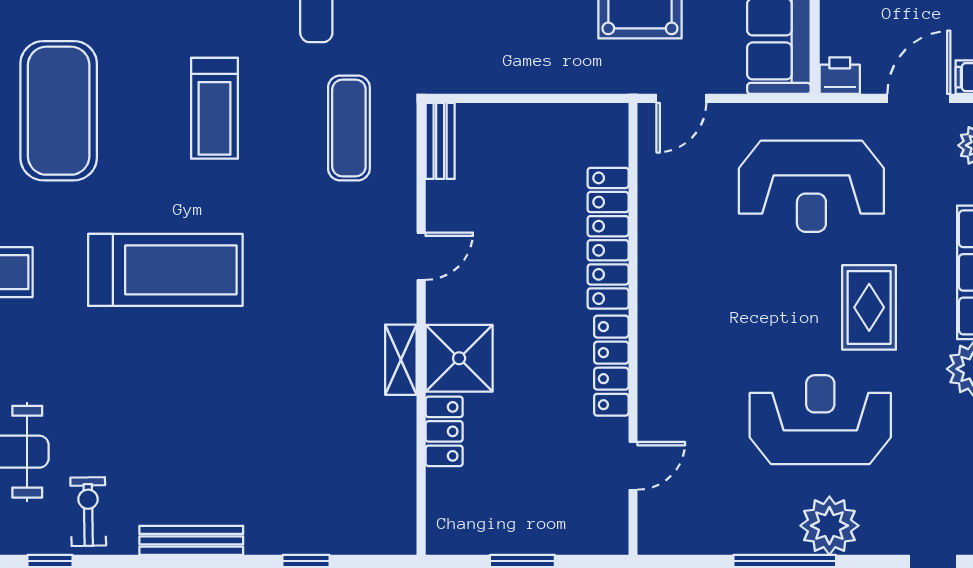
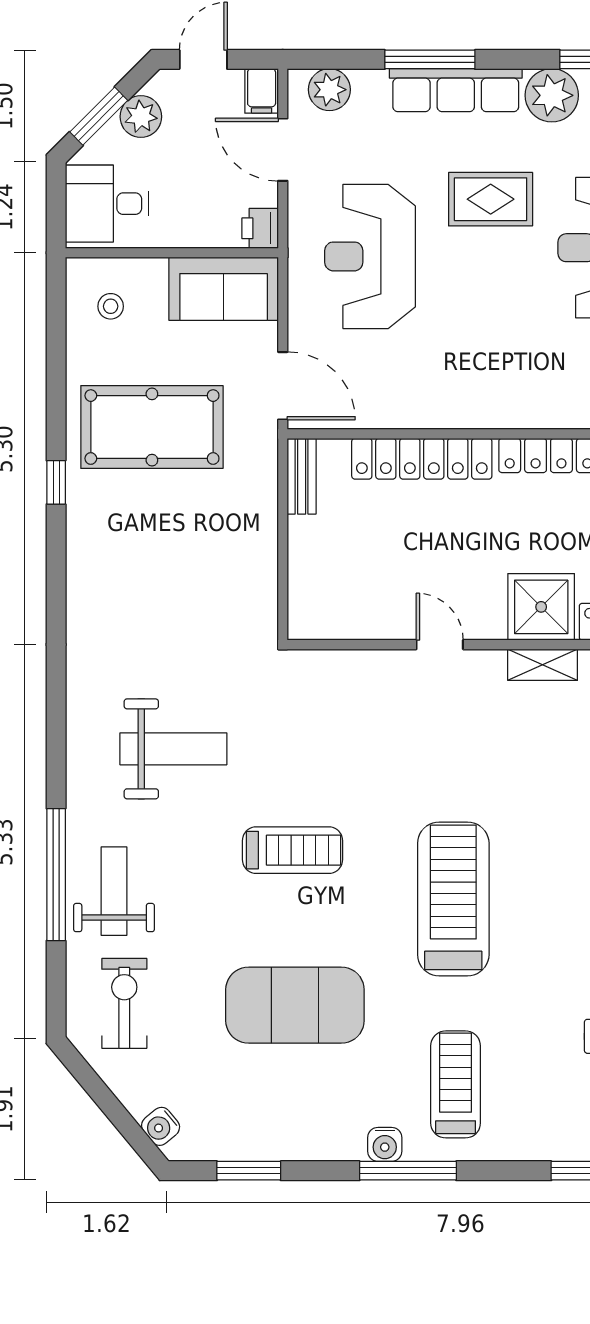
door: (681, 98) -> (283, 386), width x1.38
exercise mat: (349, 128) -> (312, 716), removed
bench: (440, 141) -> (302, 476), moved, turned 90
reception desk: (811, 186) -> (370, 256), turned 180

